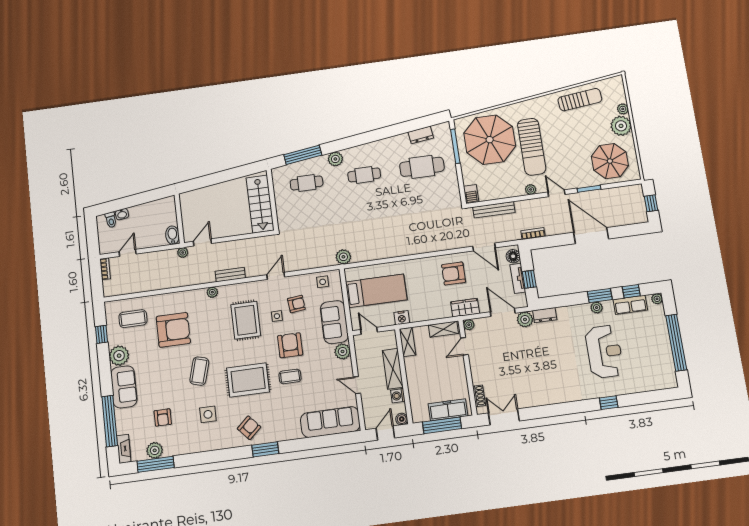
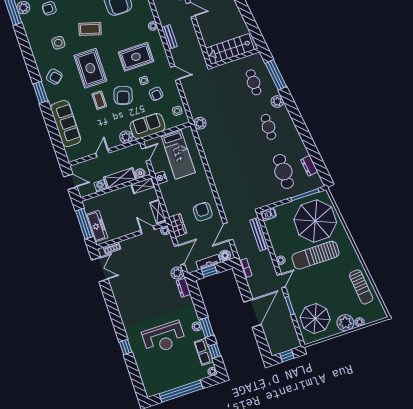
armchair: (290, 345) -> (123, 95), turned 108
boiler: (402, 419) -> (140, 173), moved
sofa: (330, 422) -> (66, 124), moved

